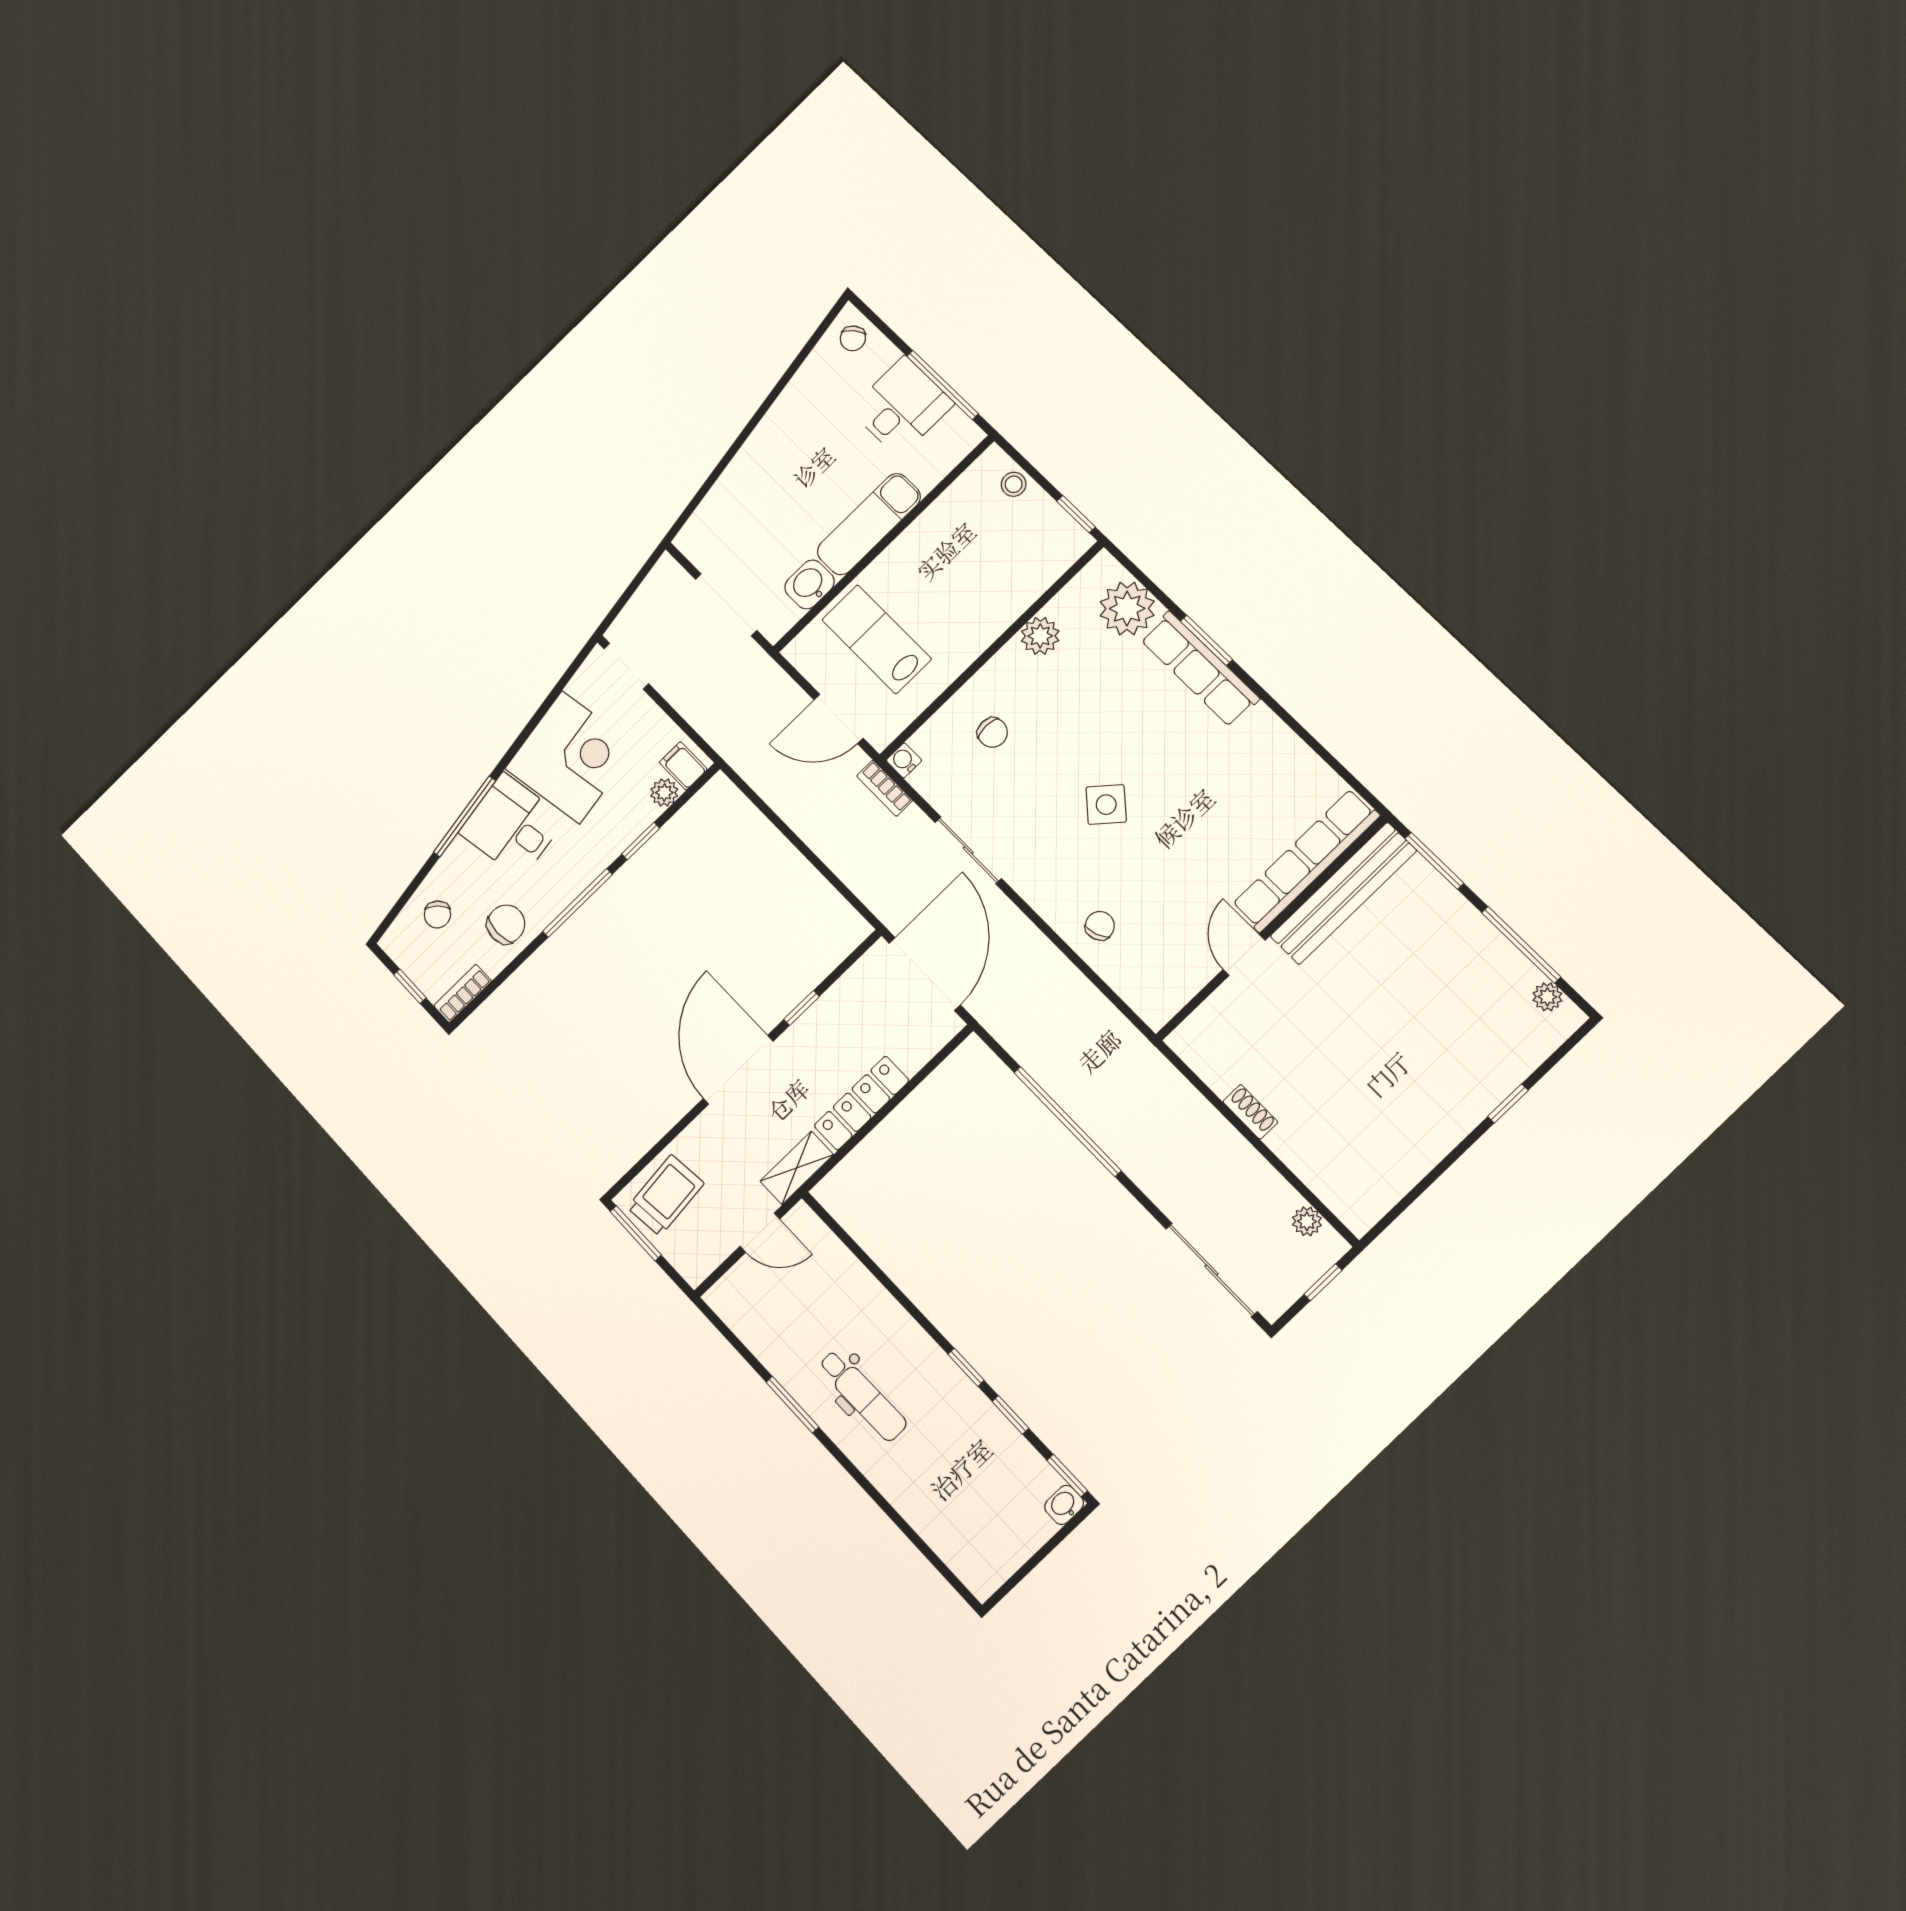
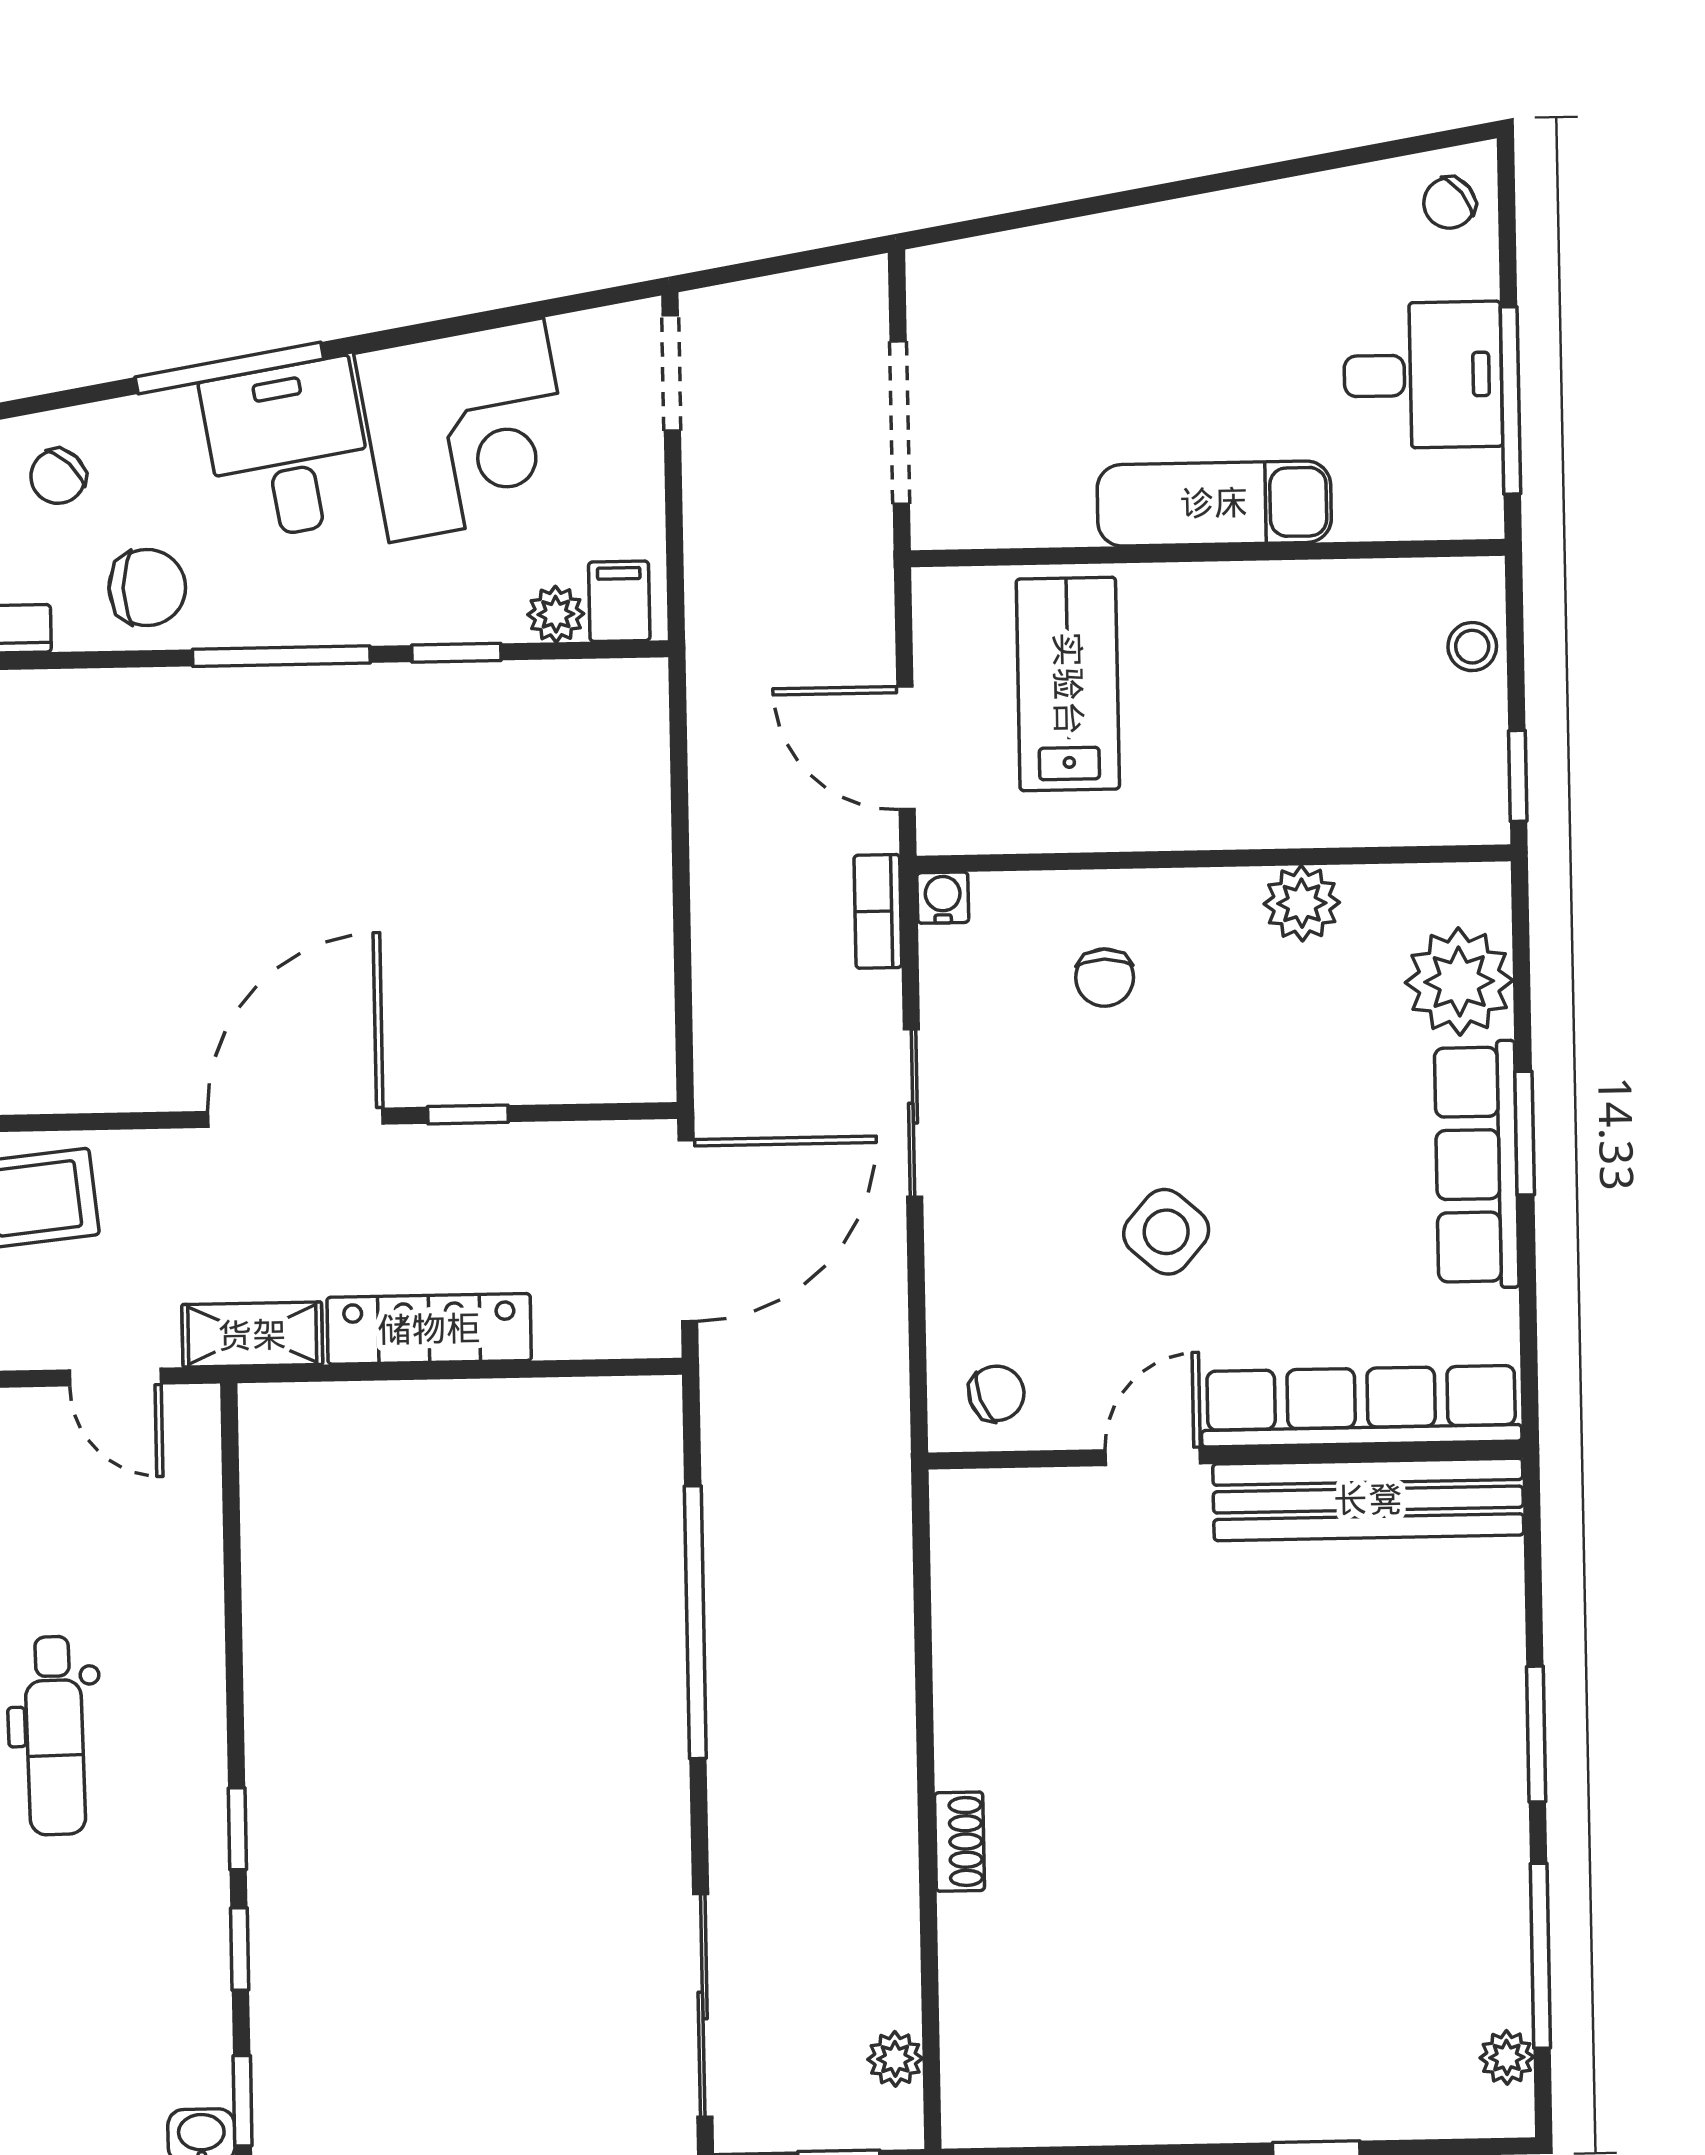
washbasin: (809, 584) -> (1047, 510), removed
row of seats: (1306, 860) -> (1361, 1406), moved
bench: (1343, 893) -> (1368, 1500), moved
wall: (1271, 928) -> (1225, 1455), moved
door: (1244, 955) -> (1153, 1457), moved

